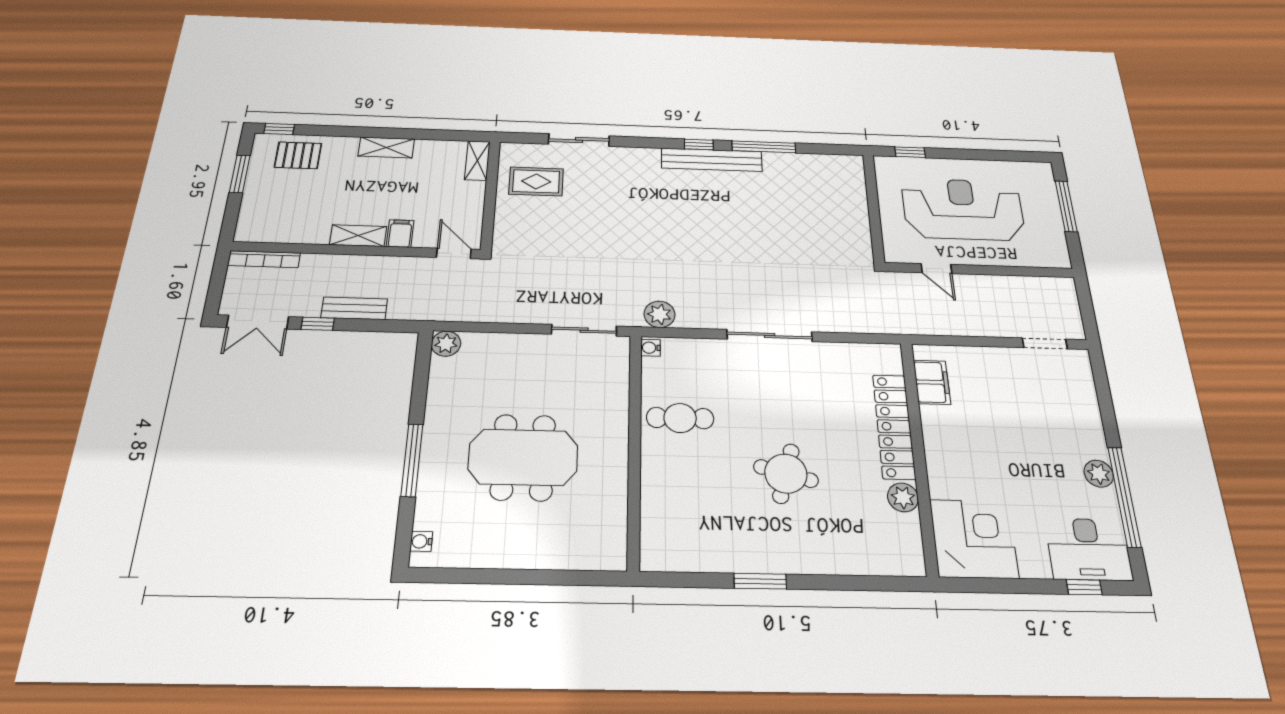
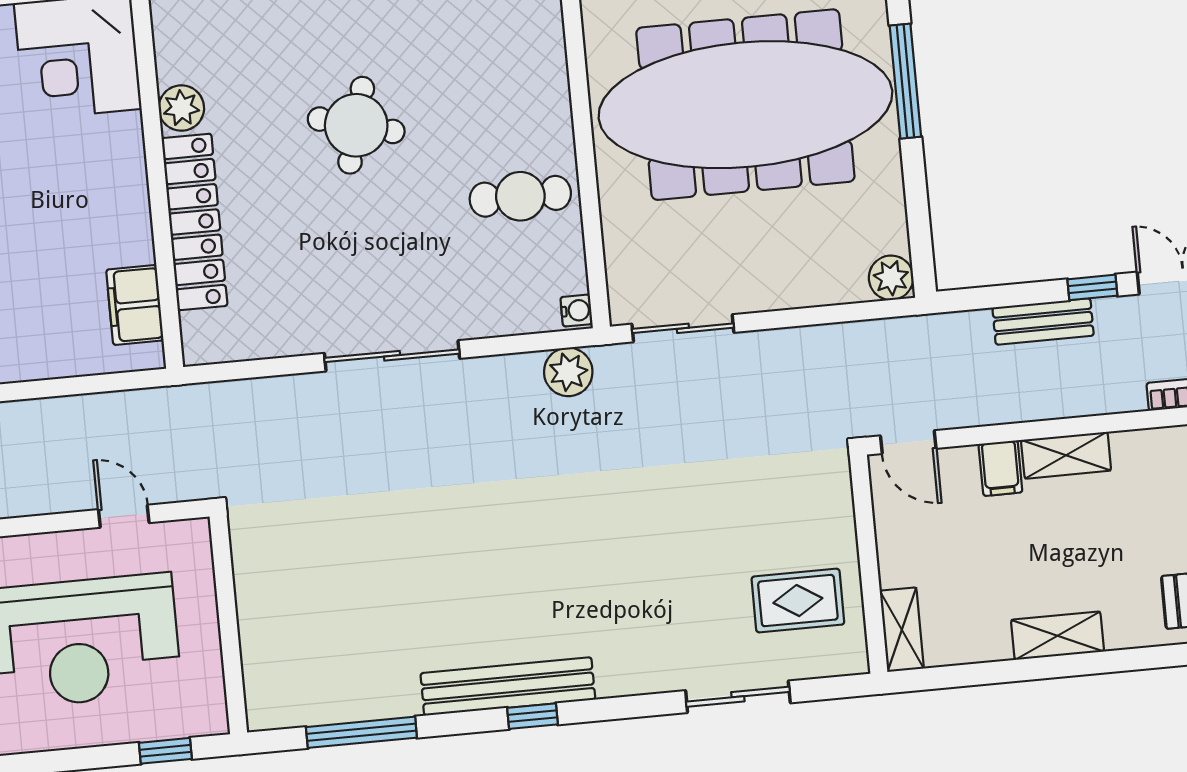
window: (764, 147) -> (361, 732), moved
meeting table: (523, 457) -> (745, 105), width x1.86, depth x1.27

